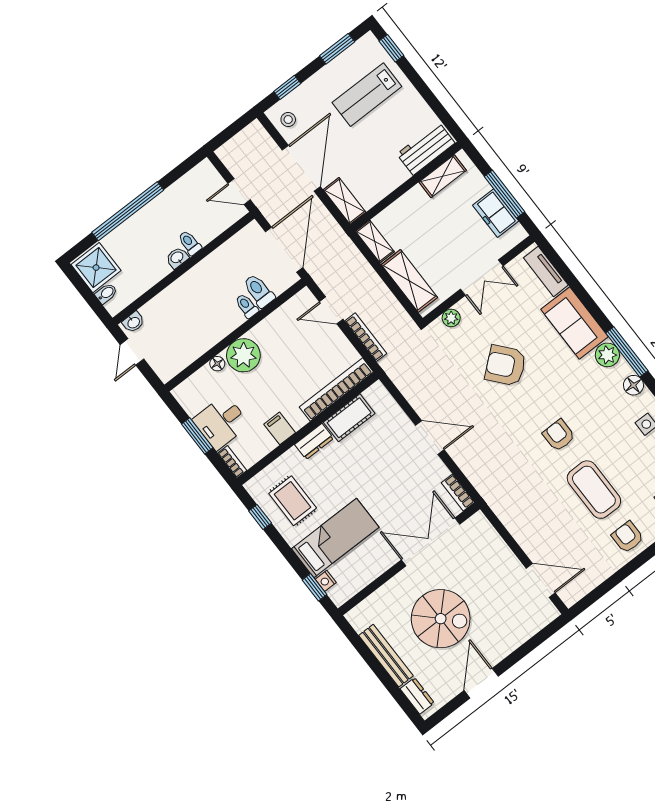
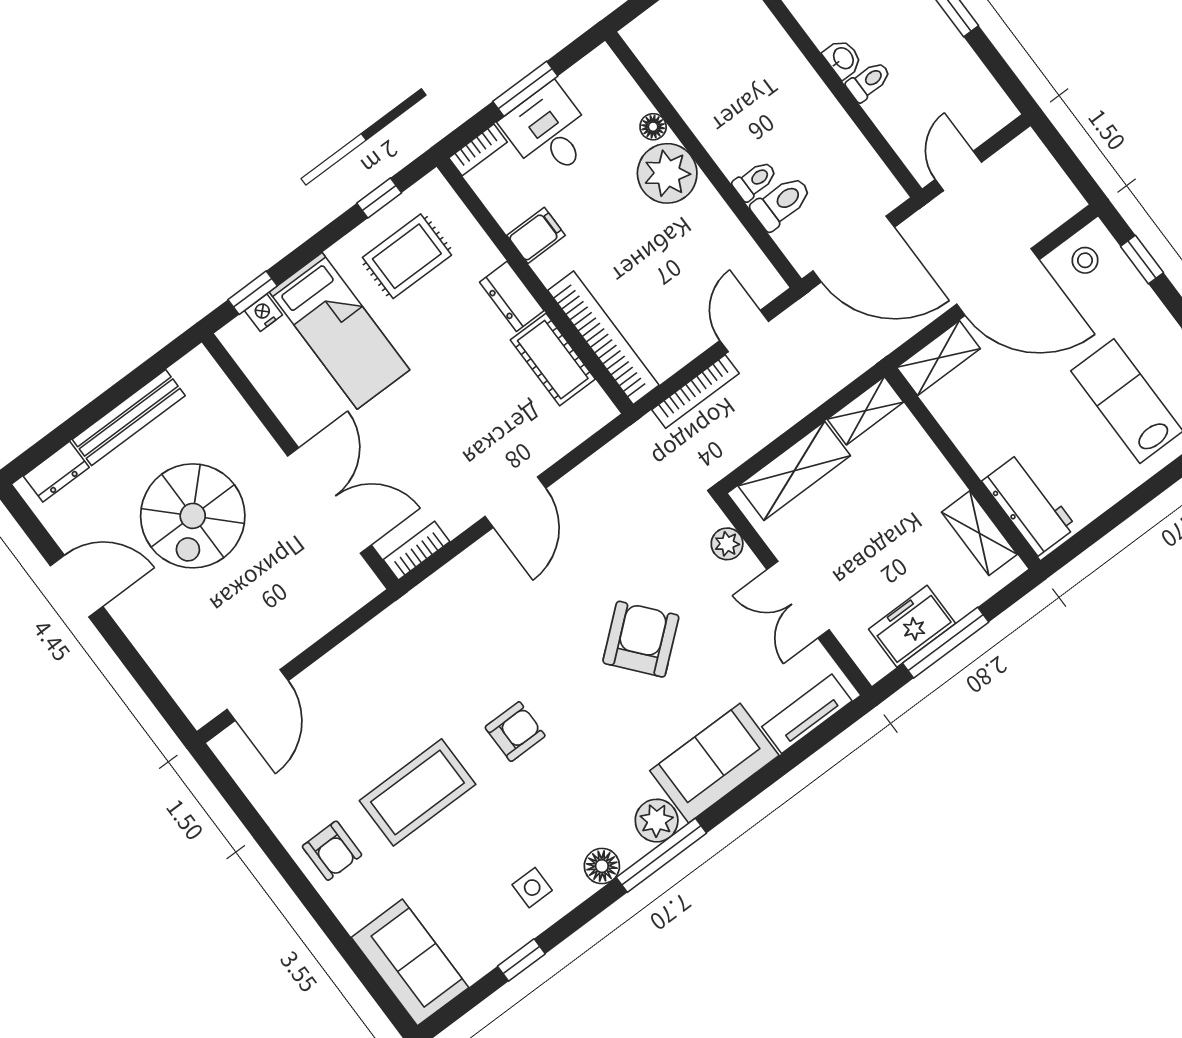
armchair: (628, 537) -> (332, 851), turned 90

